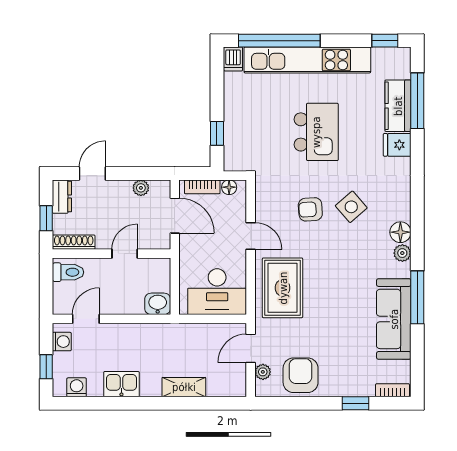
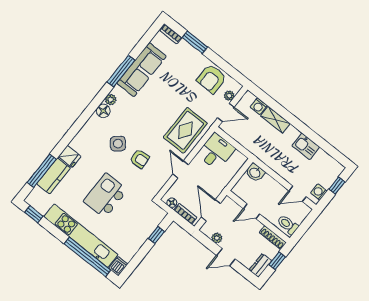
door: (92, 173) -> (226, 257), moved
desk: (217, 292) -> (216, 151), width x0.73
washing machine: (77, 387) -> (259, 106), moved
window: (356, 403) -> (195, 42), width x1.50

